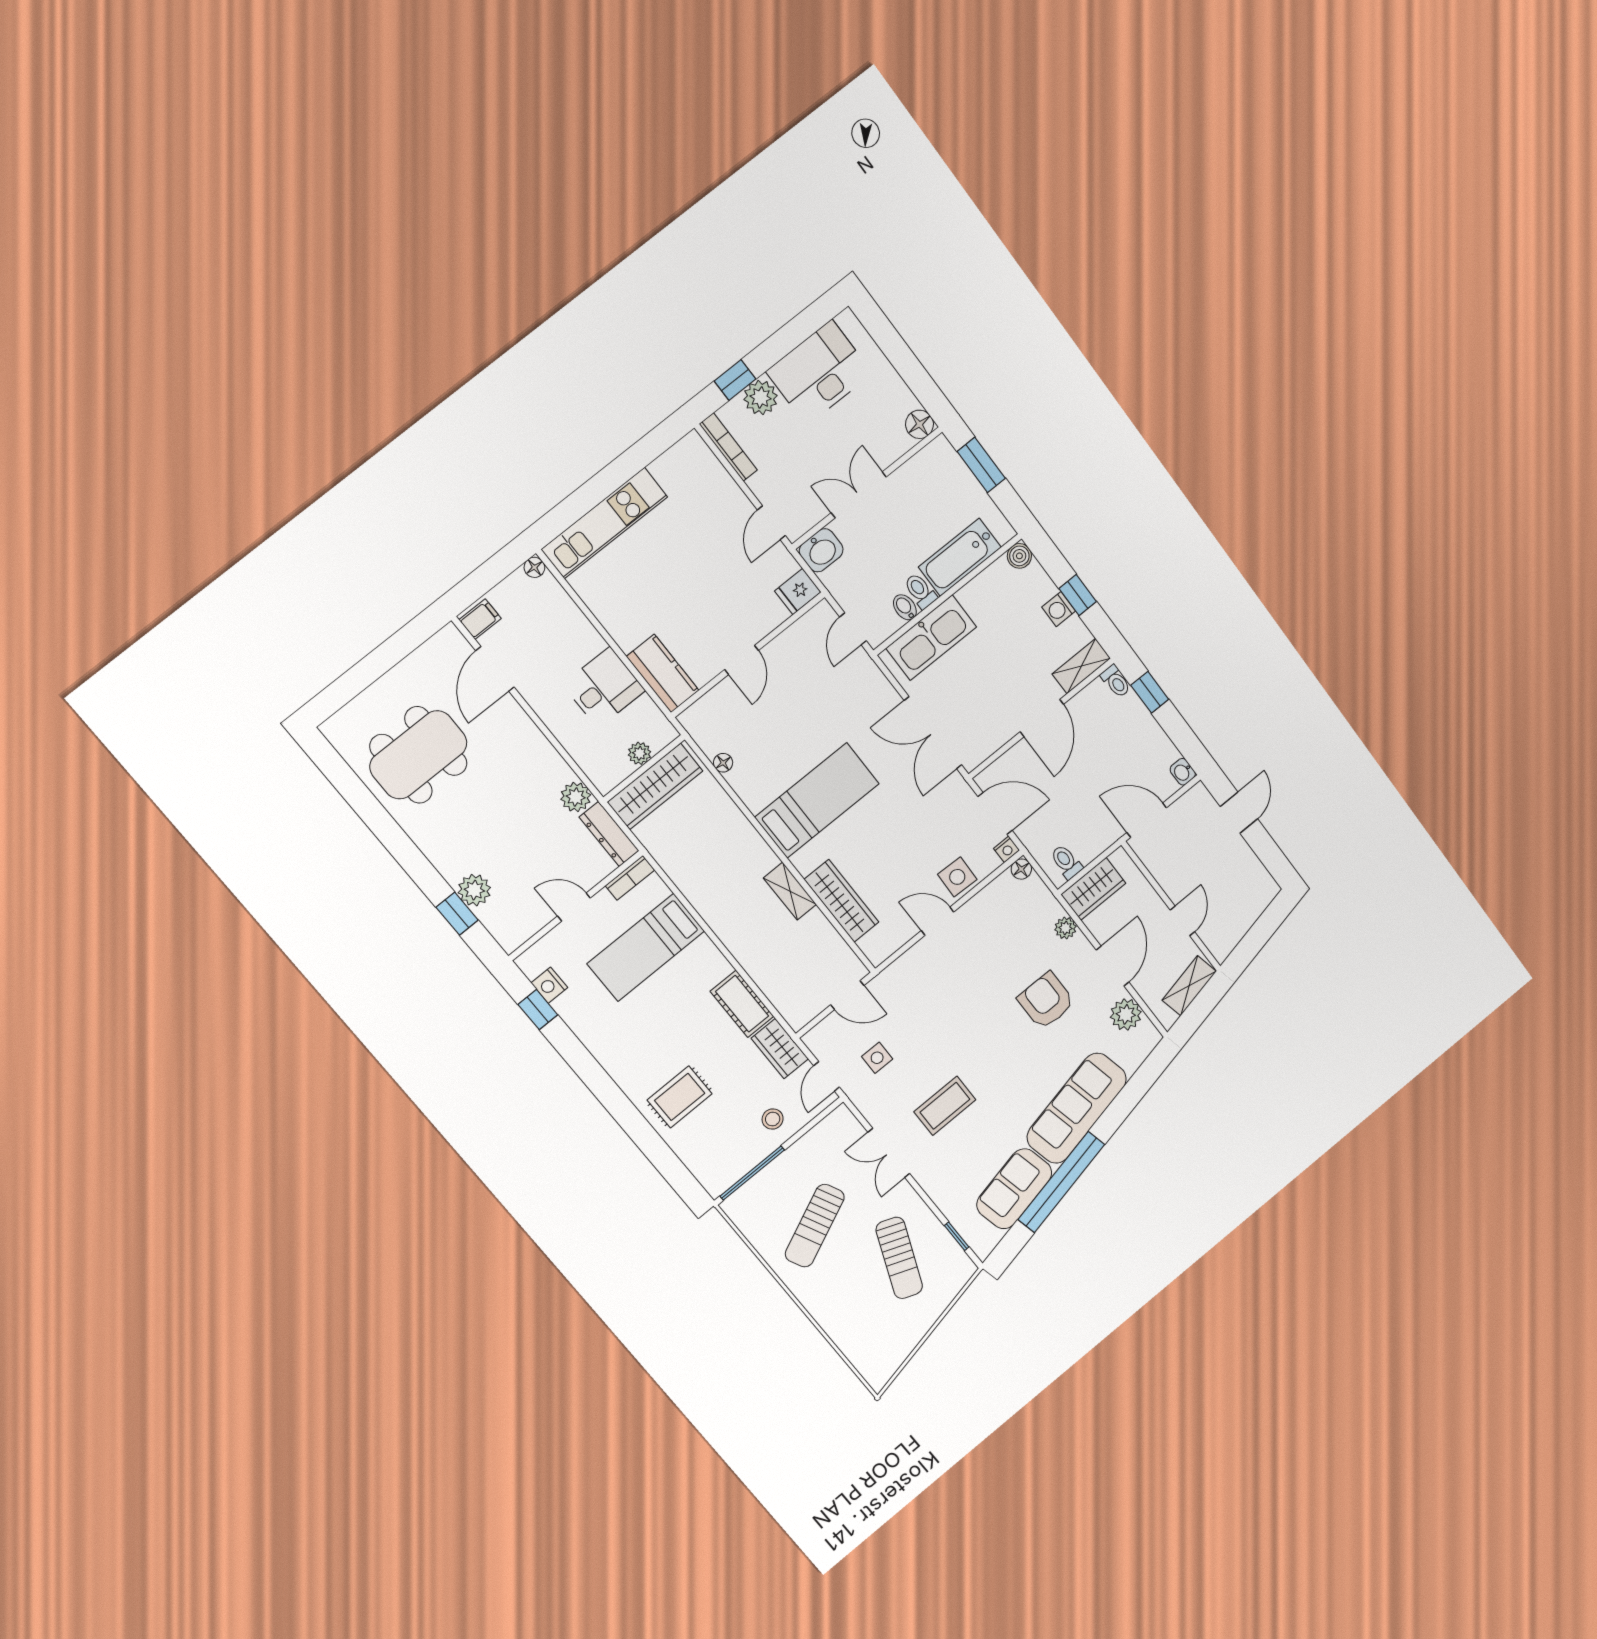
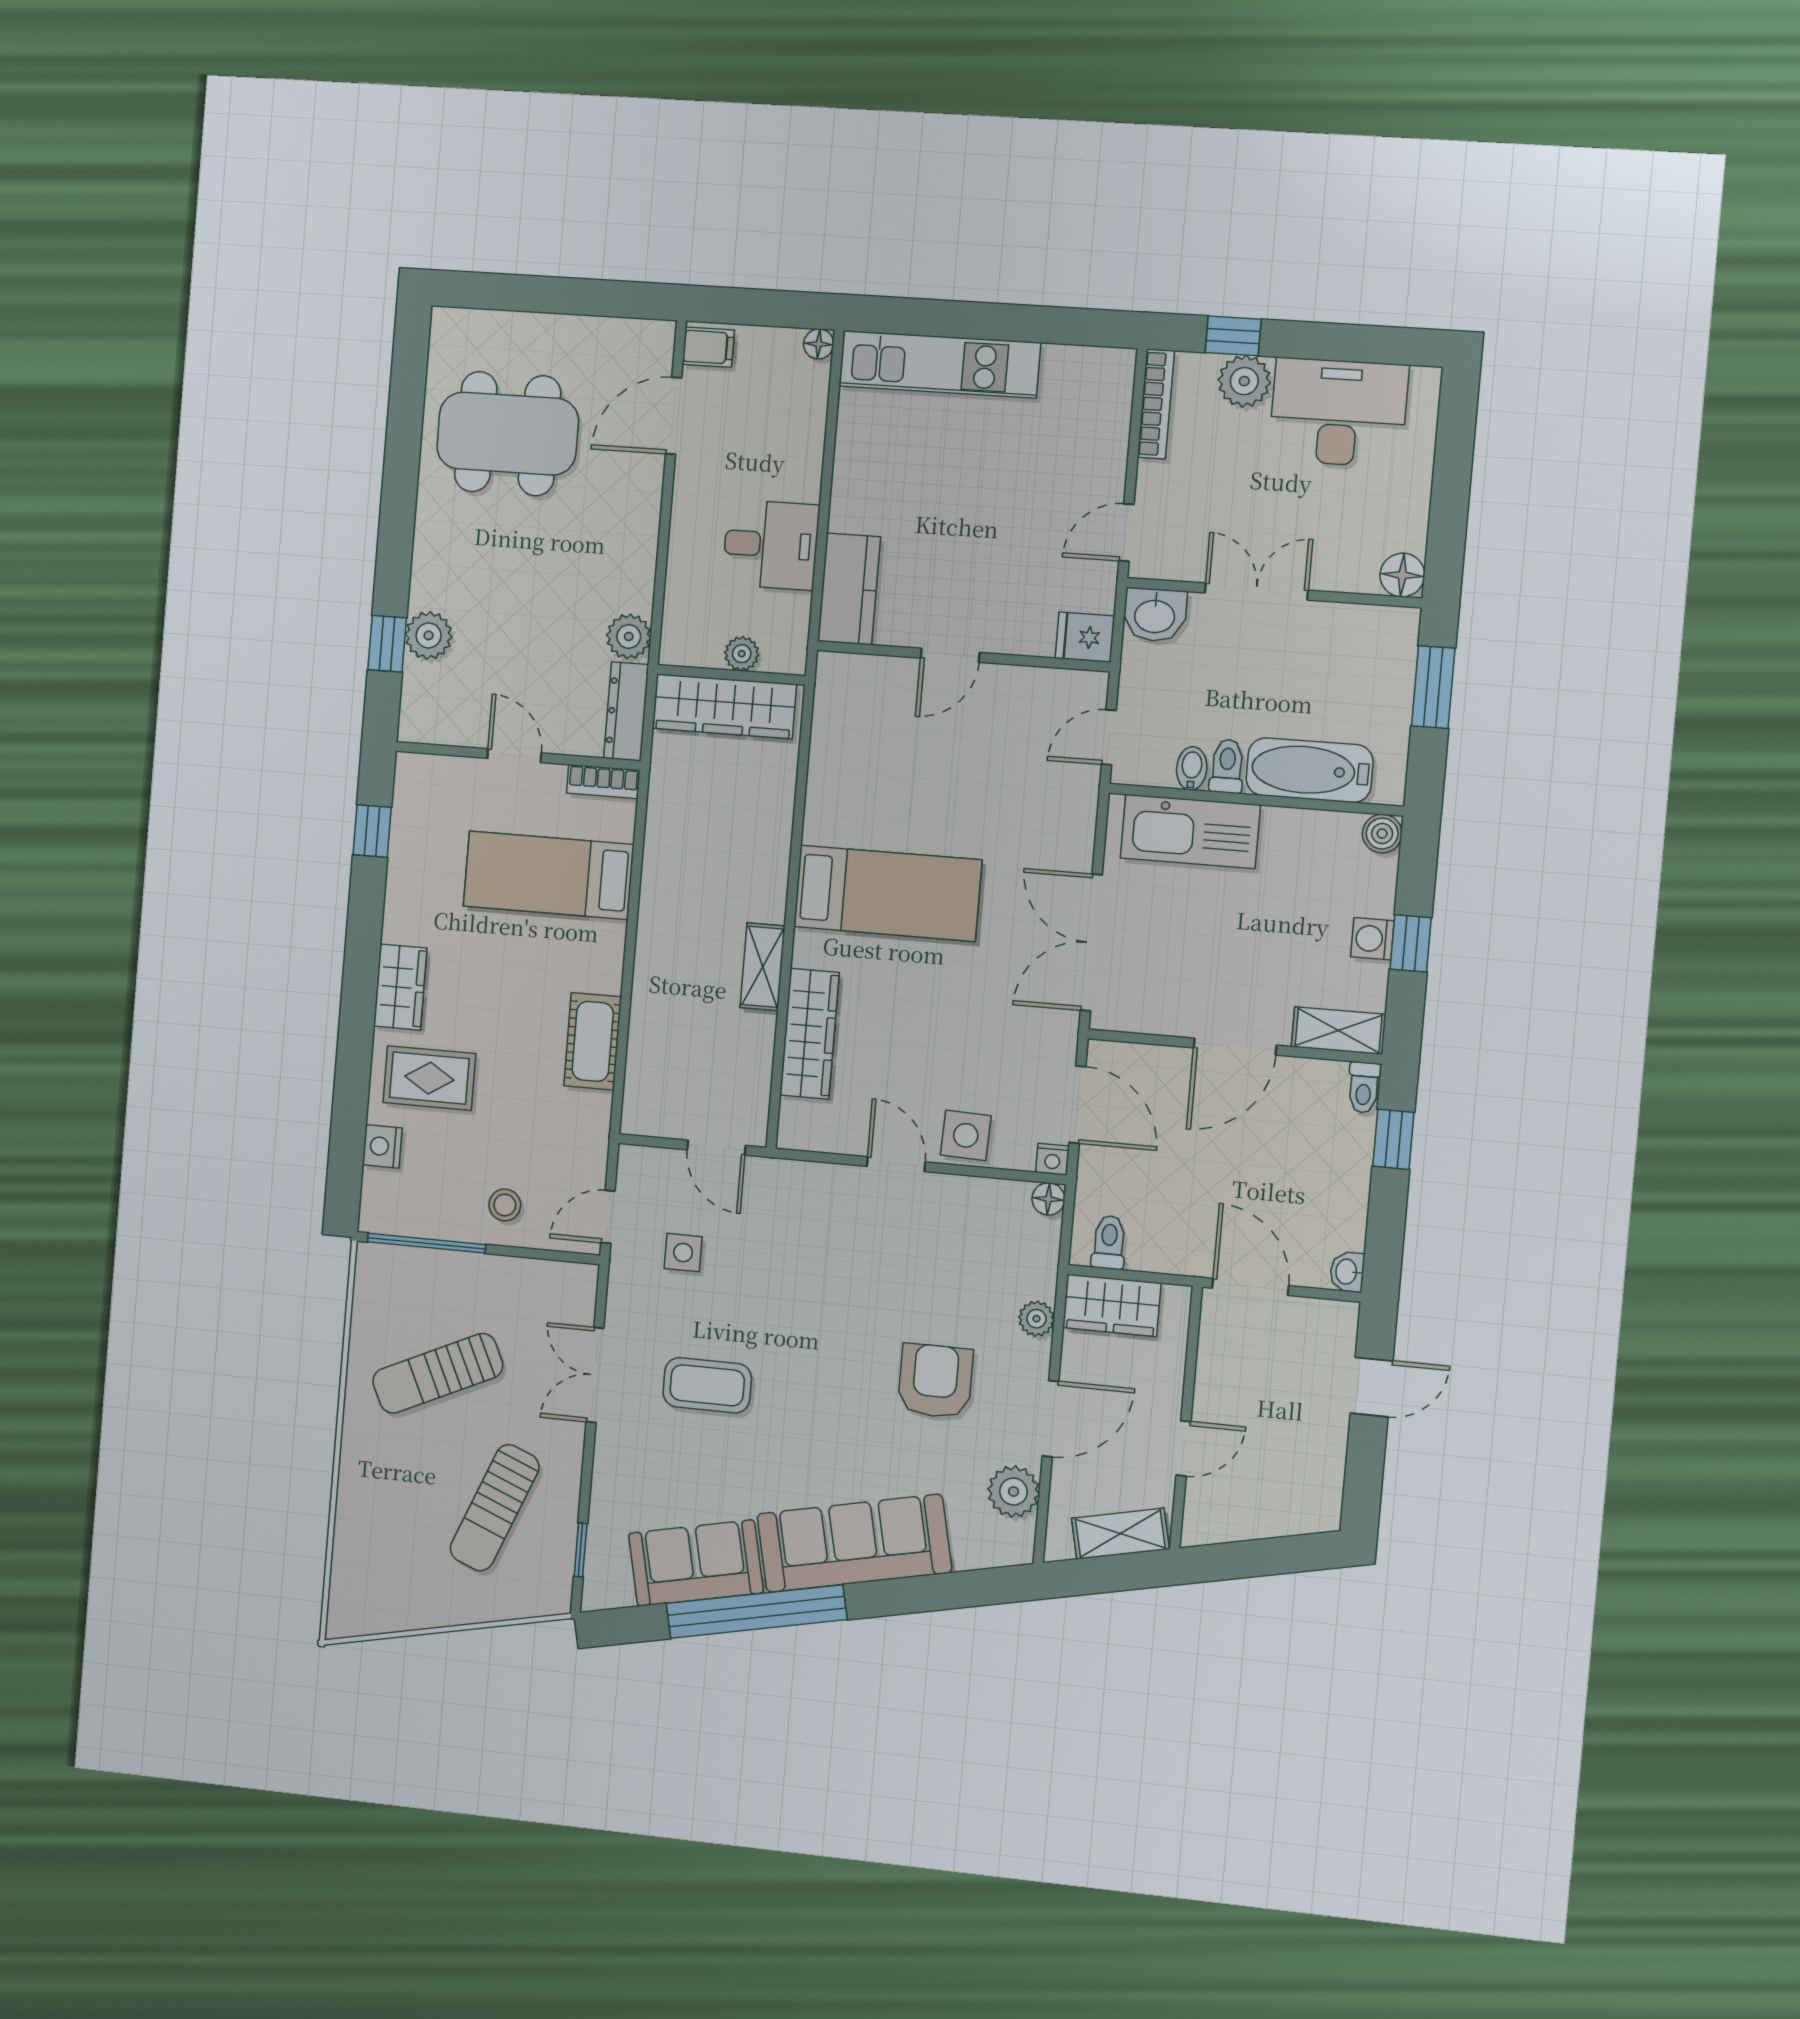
floor lamp: (723, 763) -> (823, 751), removed
nightstand: (549, 985) -> (382, 1146), moved
wardrobe: (780, 1048) -> (400, 987), moved, turned 180

